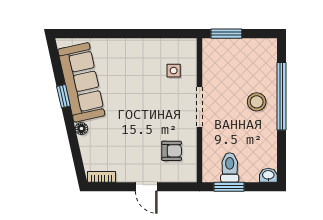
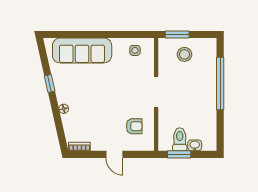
side table: (174, 71) -> (135, 50), moved
sofa: (81, 82) -> (82, 51), moved, turned 103
stool: (257, 102) -> (184, 54), moved
washbasin: (268, 175) -> (195, 145), moved

